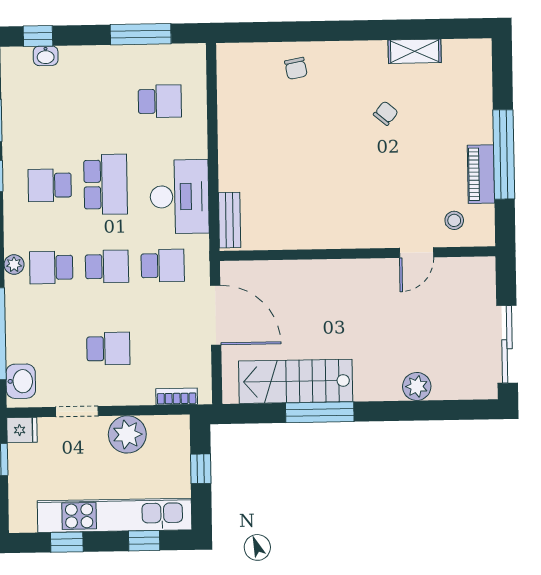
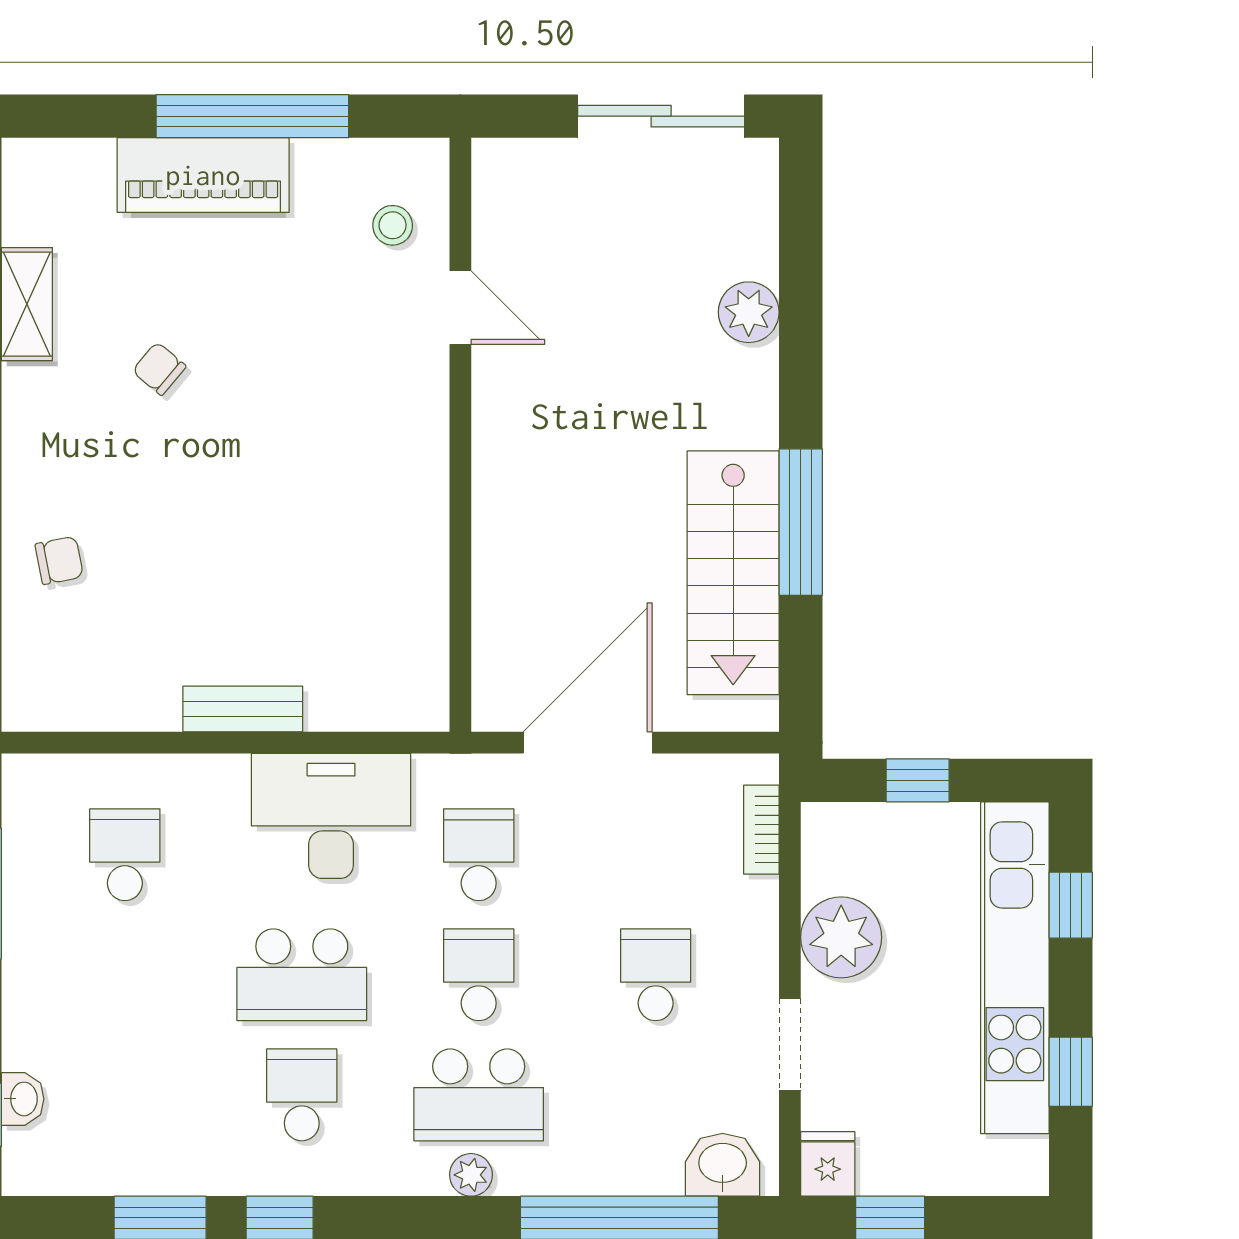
piano: (481, 174) -> (203, 175), moved, width x1.37, depth x1.33
school desk: (106, 184) -> (302, 975), turned 180
school desk: (50, 185) -> (302, 1095), turned 180
bench: (230, 220) -> (243, 709), moved
school desk: (51, 267) -> (479, 1095), width x1.85

